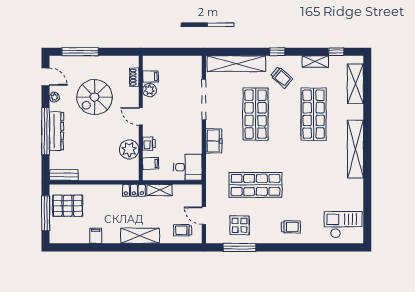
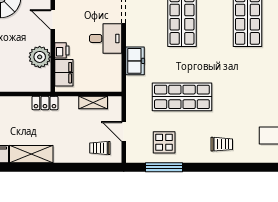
freezer: (214, 141) -> (135, 61), moved
filing cabinet: (151, 163) -> (64, 73), width x2.00
desk: (188, 167) -> (106, 38), moved
shelving: (159, 190) -> (93, 103), moved
shelving: (140, 236) -> (31, 154), moved

